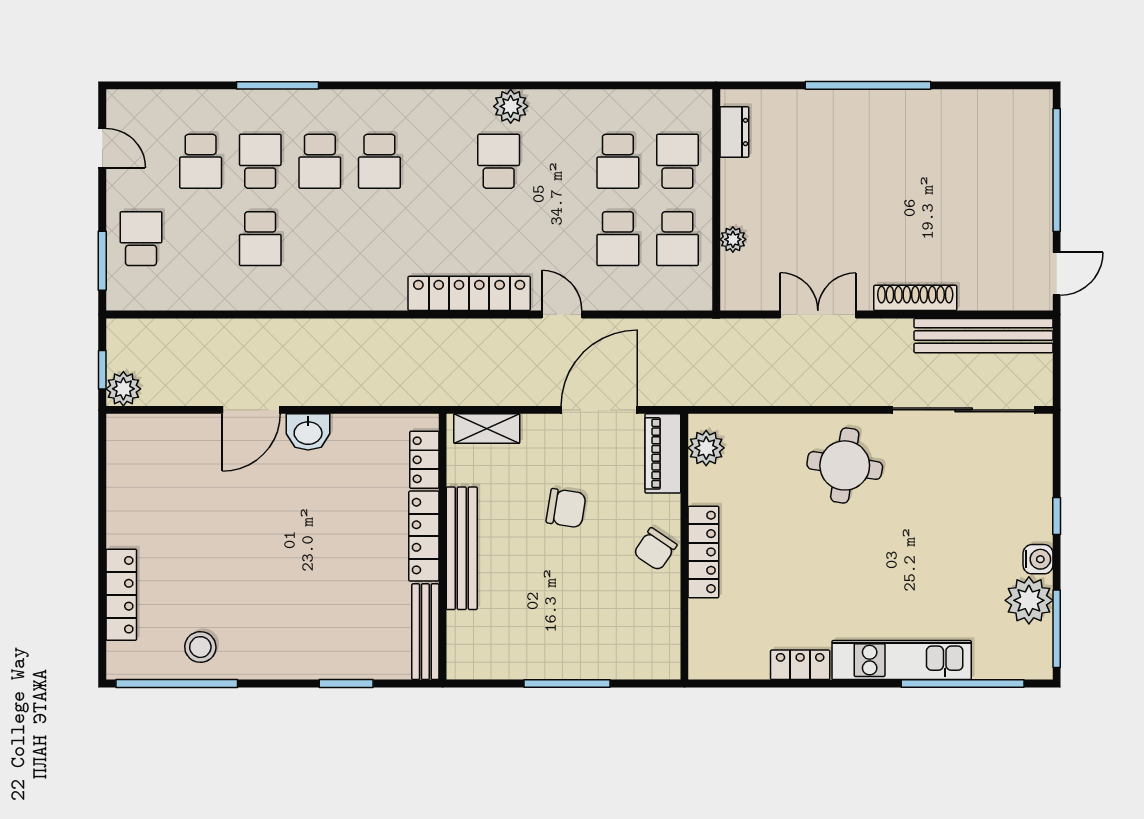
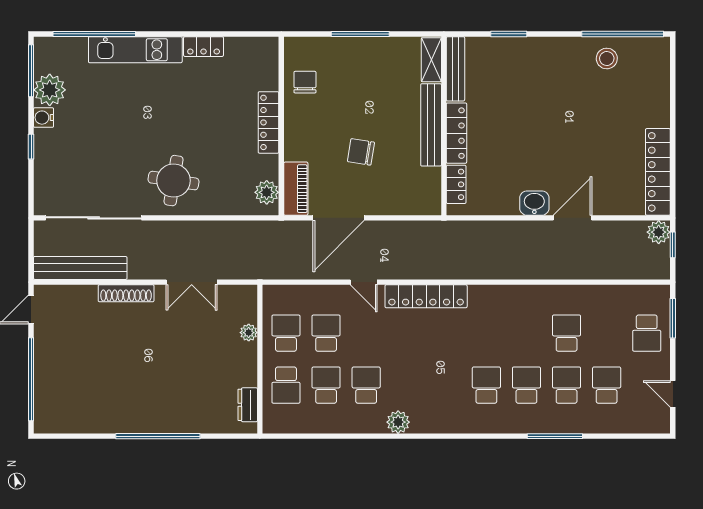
school desk: (260, 161) -> (567, 385), turned 180
school desk: (499, 161) -> (366, 385), moved, turned 180
shelving: (487, 429) -> (431, 60), moved, turned 90
chair: (655, 549) -> (305, 82), moved, turned -34
locker: (121, 595) -> (658, 172), moved, width x1.41, depth x1.21

